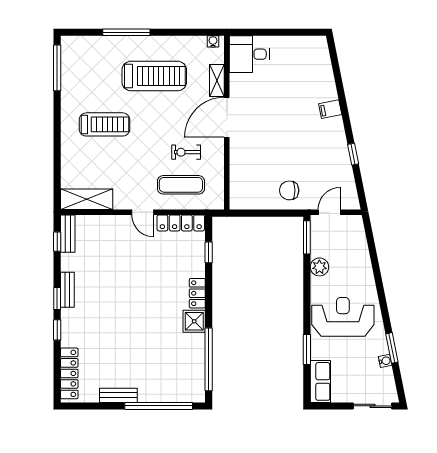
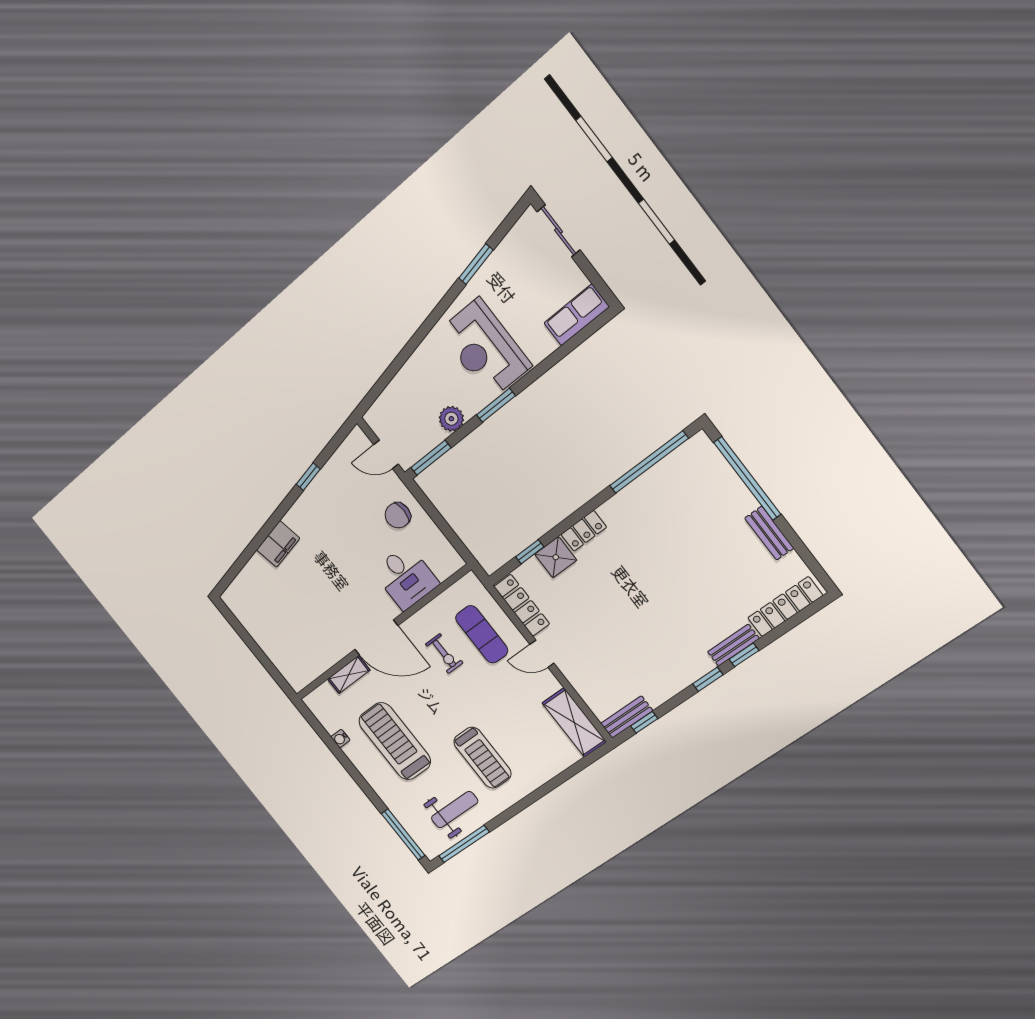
window: (126, 32) -> (403, 834), moved
water cooler: (213, 41) -> (340, 739), moved
desk: (249, 54) -> (406, 577), moved
weight bench: (84, 80) -> (455, 810), added
filing cabinet: (330, 109) -> (278, 544), width x2.00
treadmill: (104, 124) -> (482, 758), turned 180
chair: (289, 190) -> (398, 515), turned 90
door: (143, 212) -> (542, 654), swing flipped
bench: (67, 290) -> (733, 645), moved
shower: (194, 321) -> (556, 557), moved
window: (307, 350) -> (496, 405), moved
water cooler: (385, 361) -> (496, 260), removed

